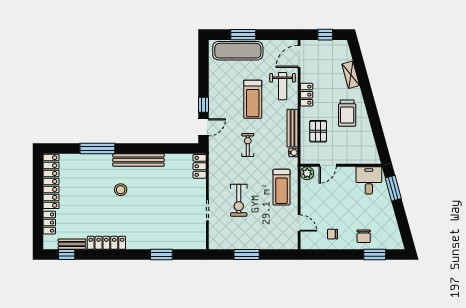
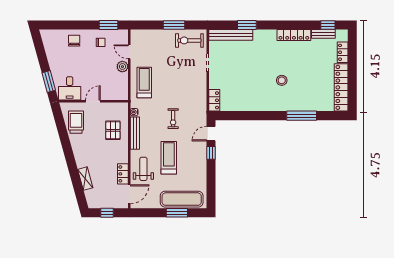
locker: (307, 95) -> (123, 174), moved
trolley: (347, 113) -> (76, 122), moved
bench: (138, 160) -> (231, 35), moved
door: (328, 165) -> (93, 101), moved
plant: (307, 173) -> (122, 67), moved
exercise bike: (239, 200) -> (189, 40), moved, turned -90
window: (375, 254) -> (109, 25), moved

